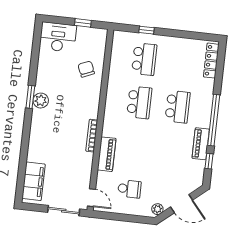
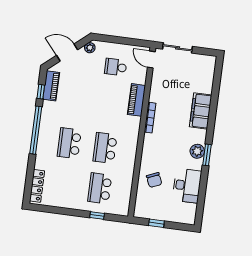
desk: (58, 37) -> (187, 186), moved, turned -90
piano: (201, 144) -> (51, 86), moved
filing cabinet: (34, 181) -> (201, 111), moved

